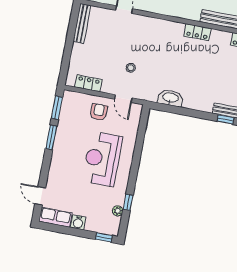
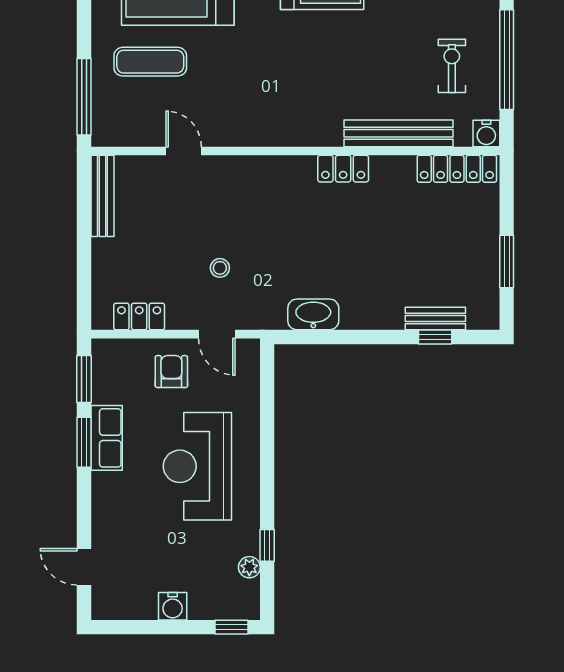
row of seats: (55, 217) -> (107, 438), moved, turned 90

